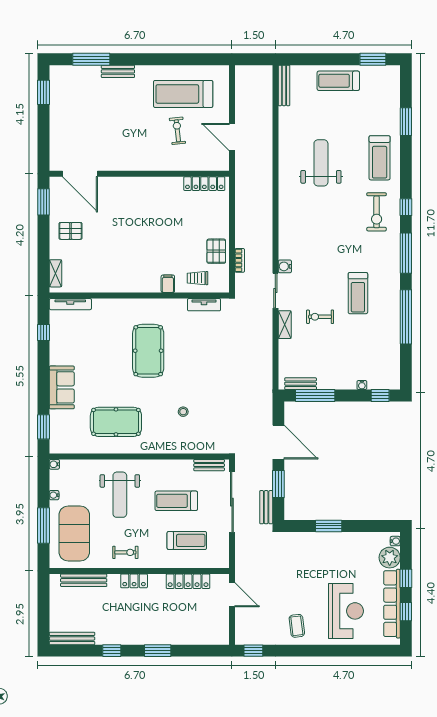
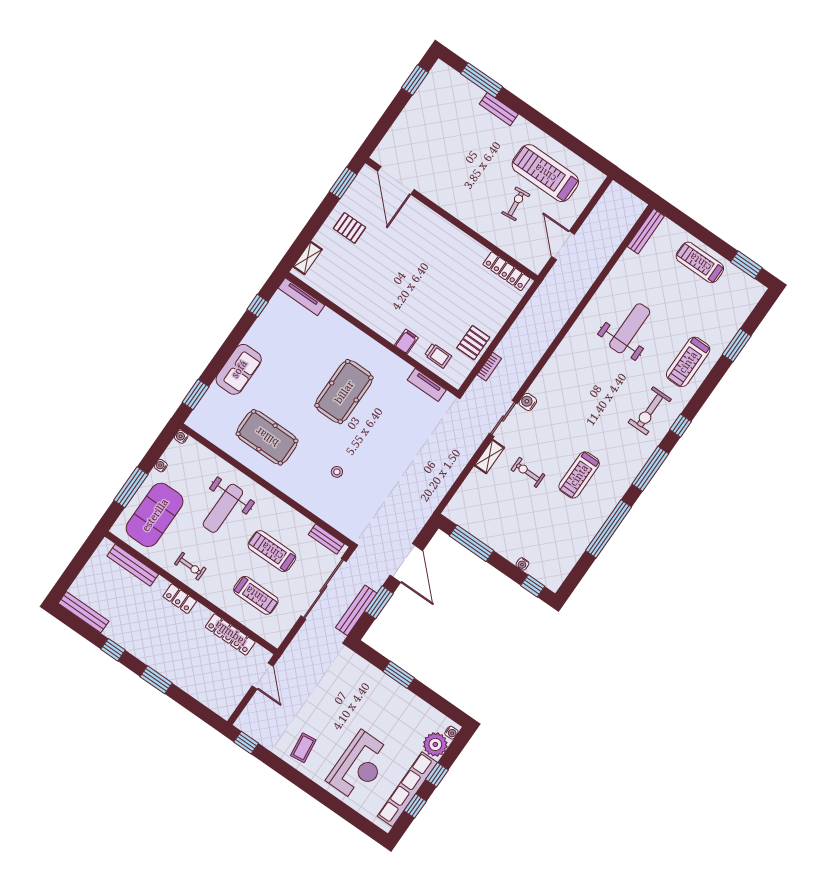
trolley: (198, 278) -> (438, 356), turned 180
bench: (301, 384) -> (466, 523), removed
bench: (266, 507) -> (356, 610), width x1.36

